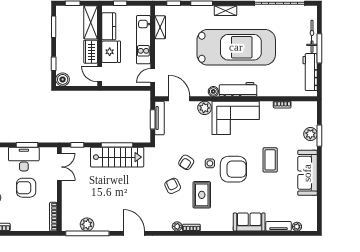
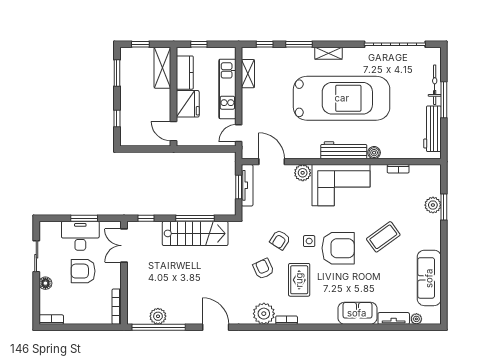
wardrobe: (91, 52) -> (162, 104), removed
boiler: (63, 79) -> (128, 138), removed
boiler: (213, 91) -> (374, 153), moved
coffee table: (270, 160) -> (383, 237), turned 54
double door: (59, 167) -> (124, 246), swing flipped
sofa: (307, 173) -> (429, 278), moved
plant: (177, 226) -> (264, 314), width x1.88, depth x1.88

